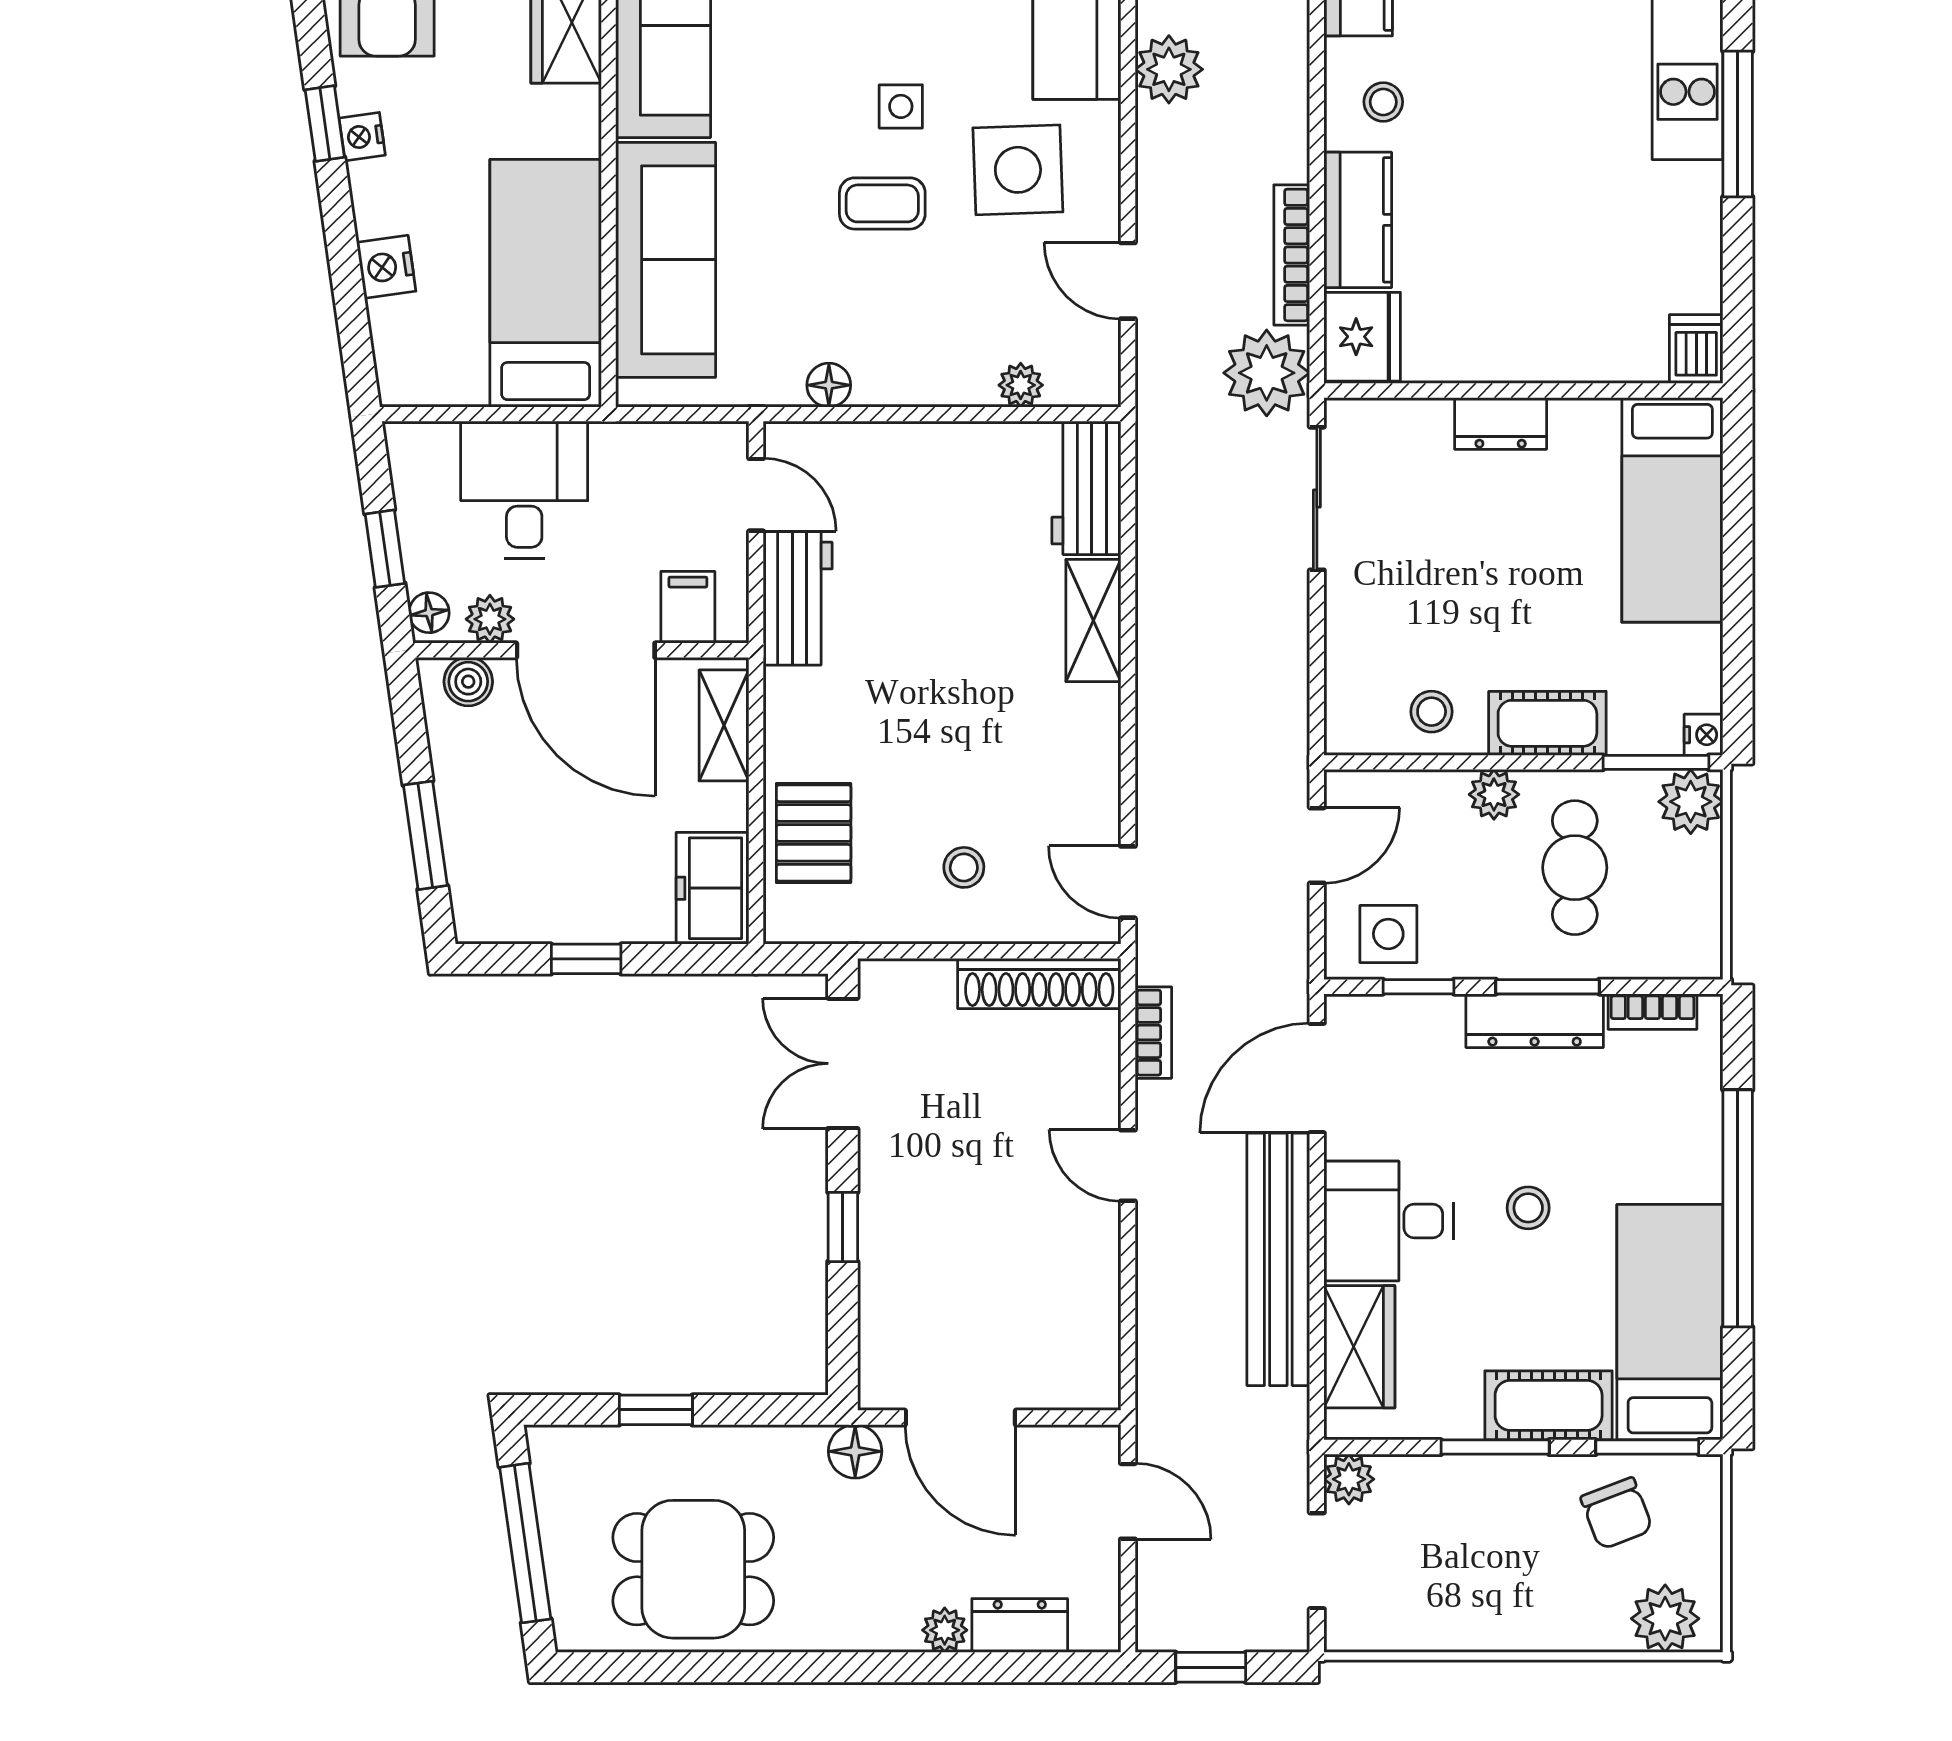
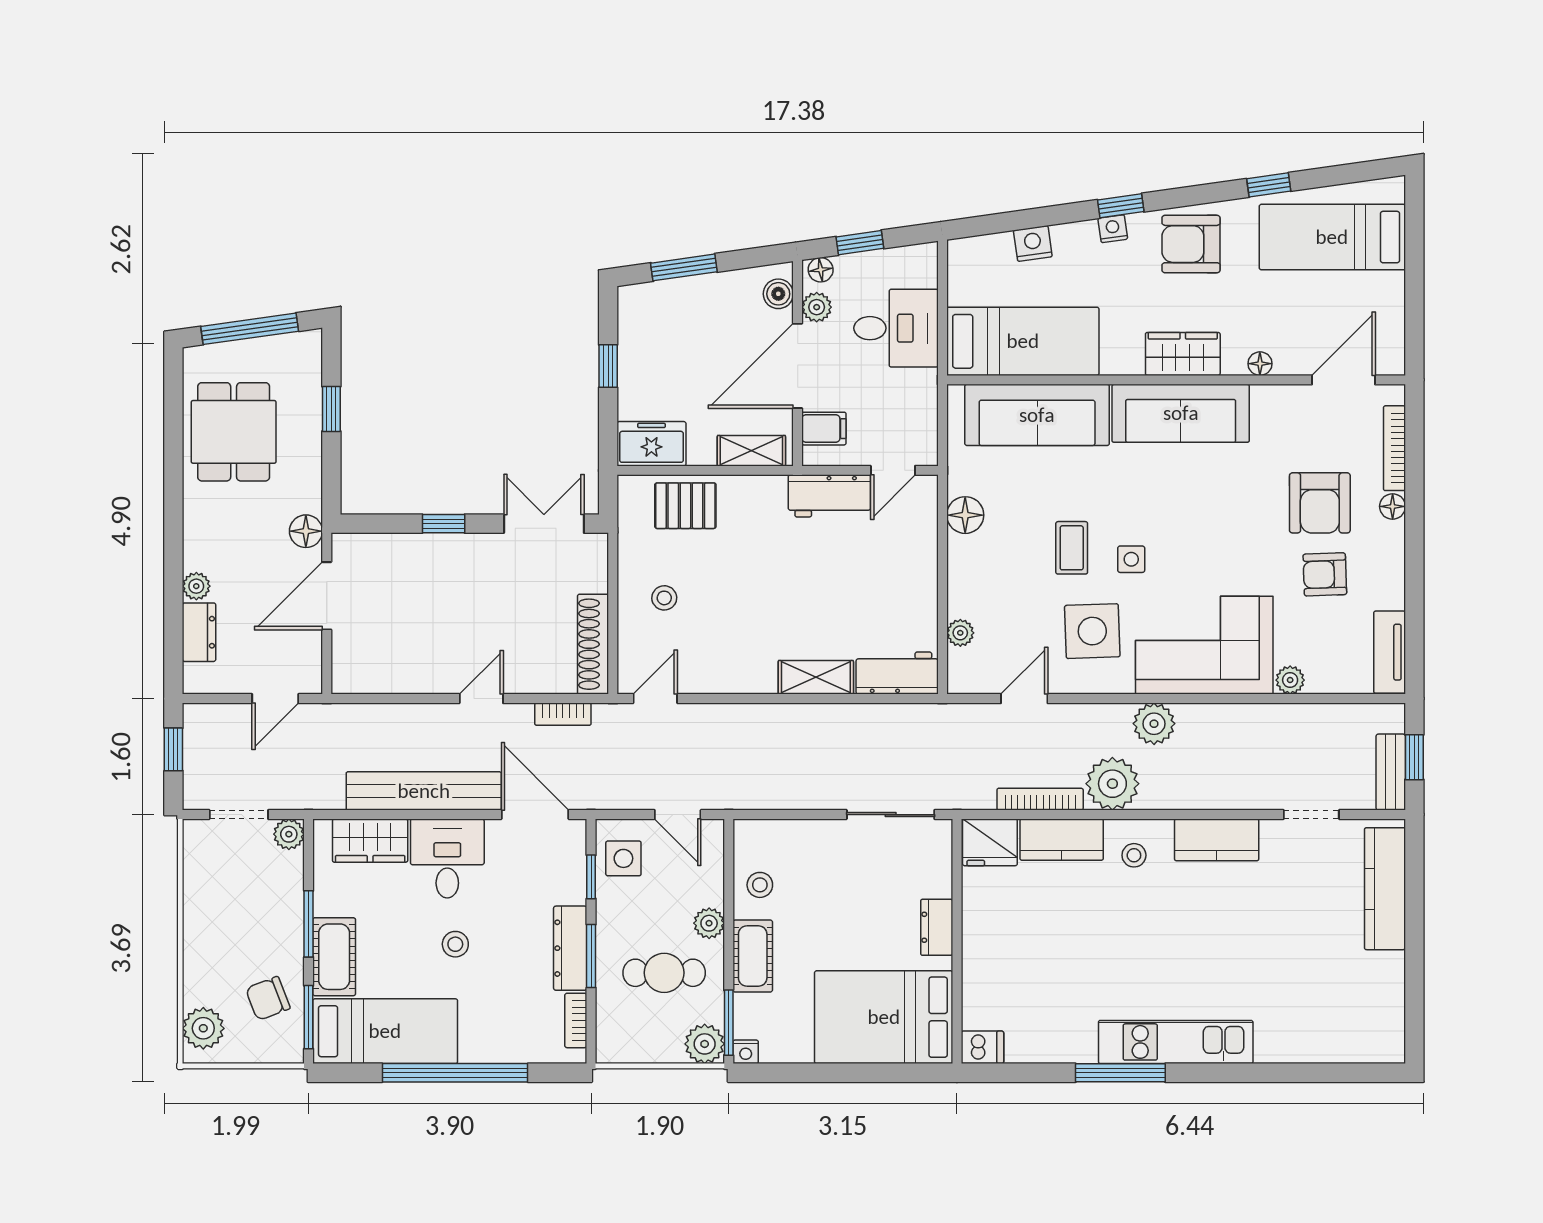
plant: (1267, 373) -> (1112, 784), moved
floor lamp: (829, 385) -> (965, 515), width x1.37, depth x1.37
bed: (1672, 510) -> (884, 1017), width x1.50

